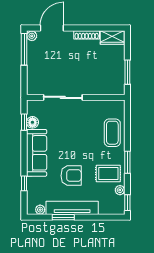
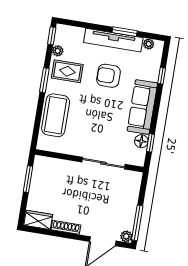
coffee table: (112, 133) -> (56, 115), width x1.36, depth x1.32

